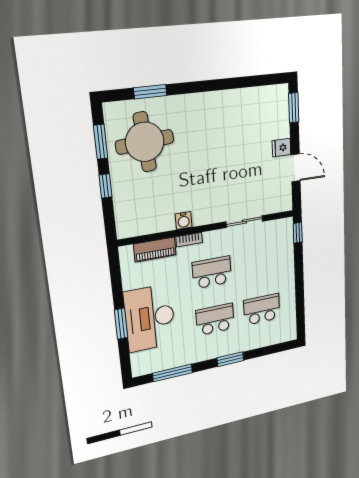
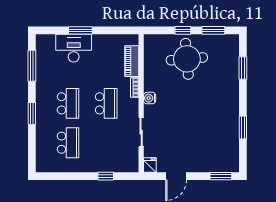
window: (231, 84) -> (243, 128), added
round table: (145, 142) -> (187, 59), moved
fridge: (282, 148) -> (150, 165), moved
water cooler: (184, 221) -> (150, 98), moved
window: (298, 233) -> (106, 176), moved
desk: (150, 318) -> (74, 48), width x0.73, depth x0.77

